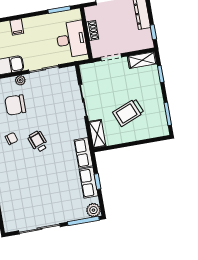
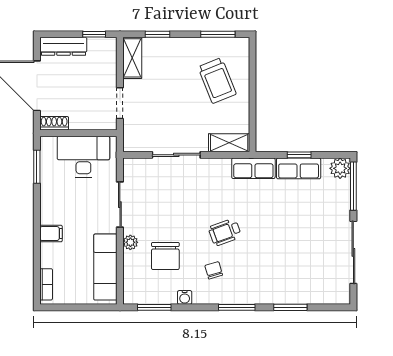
shoe rack: (92, 30) -> (54, 123), moved
trolley: (128, 112) -> (217, 81), moved

